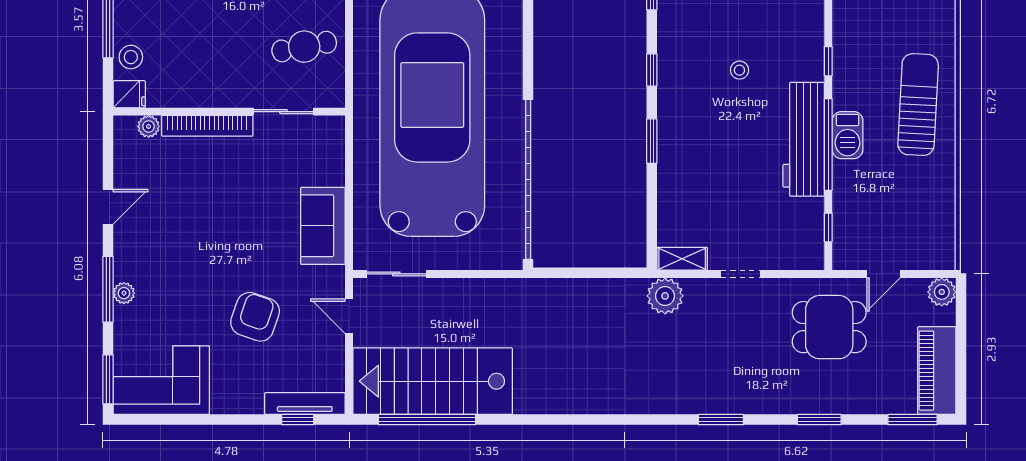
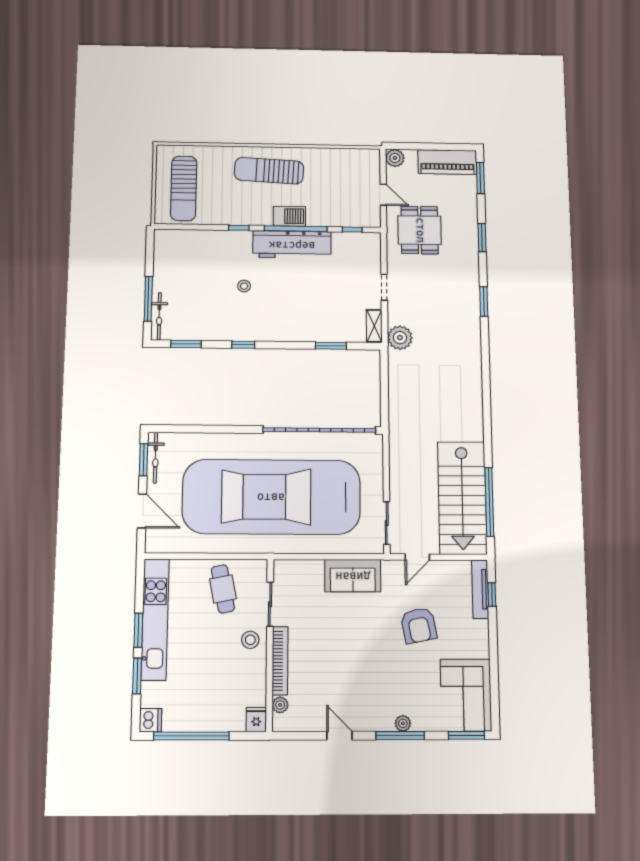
stool: (131, 57) -> (250, 640), moved
window: (652, 141) -> (331, 346), moved
armchair: (255, 317) -> (419, 625), turned -120

